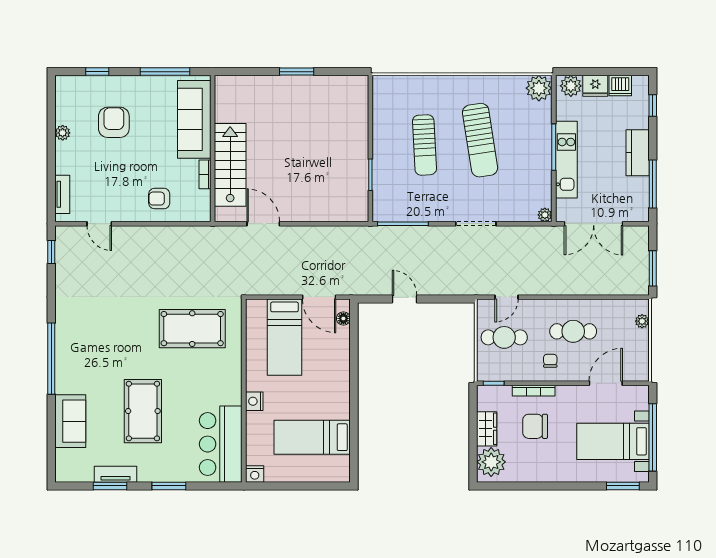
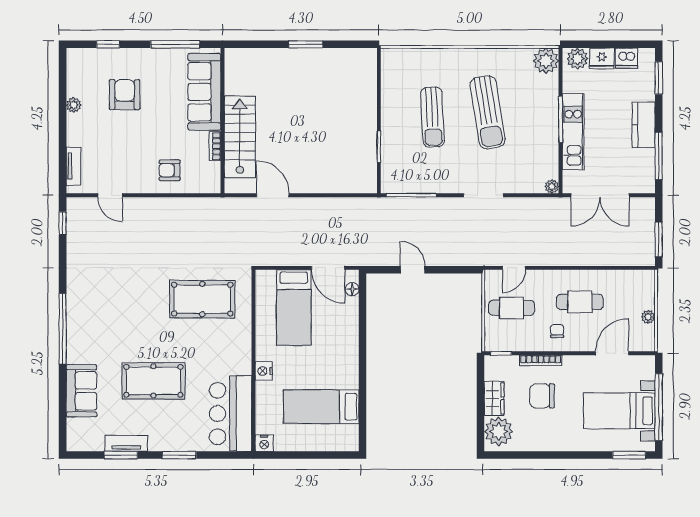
window: (653, 105) -> (659, 78), width x1.50
plant: (642, 321) -> (648, 317), moved
pool table: (143, 411) -> (153, 381), turned 90

